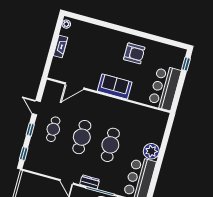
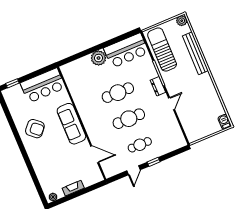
armchair: (134, 53) -> (35, 129), turned 131
sofa: (115, 87) -> (71, 124), width x1.36
window: (24, 154) -> (176, 153), removed

